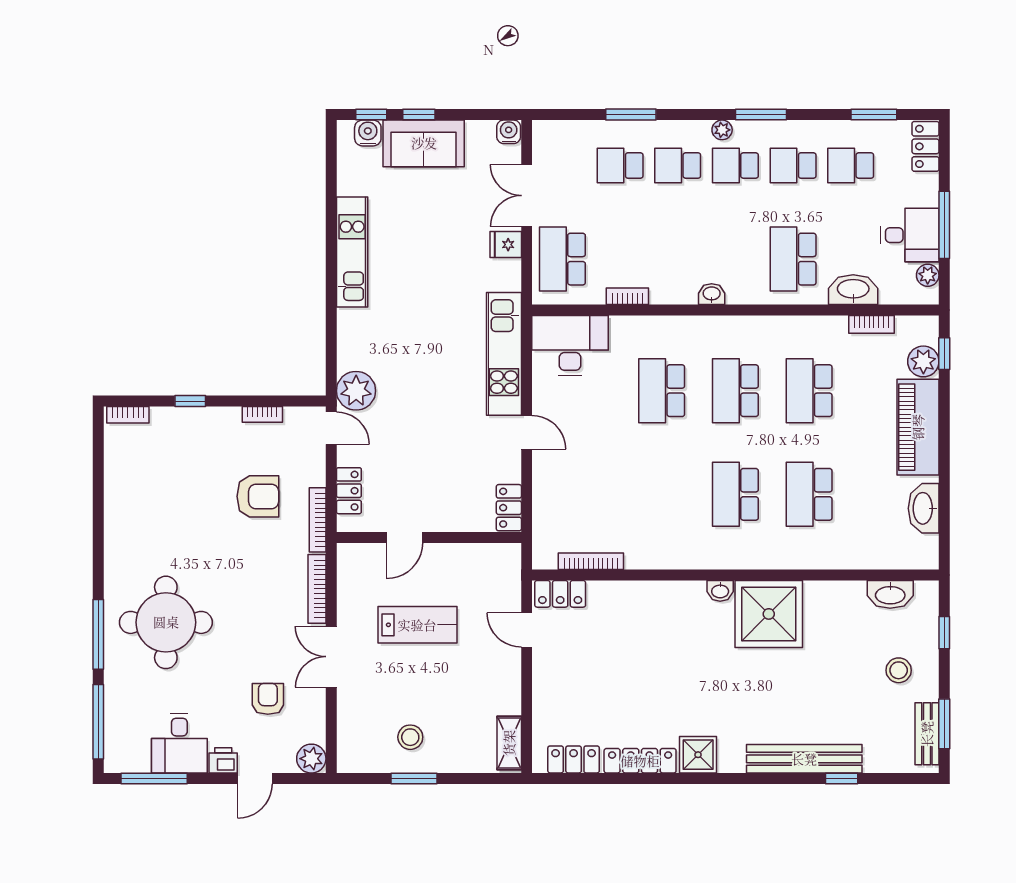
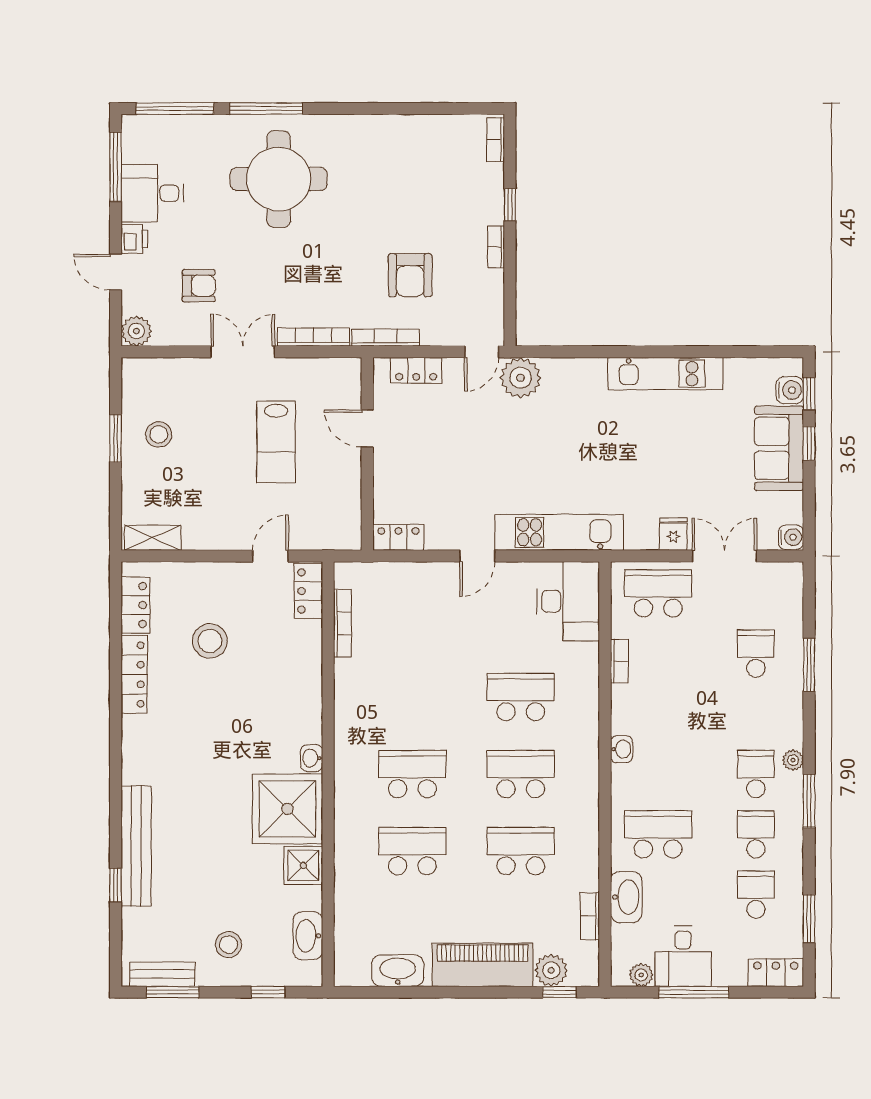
school desk: (678, 166) -> (756, 714), removed
bookcase: (262, 414) -> (496, 247), moved
stool: (608, 688) -> (210, 641), added
shower: (698, 755) -> (303, 865), moved

